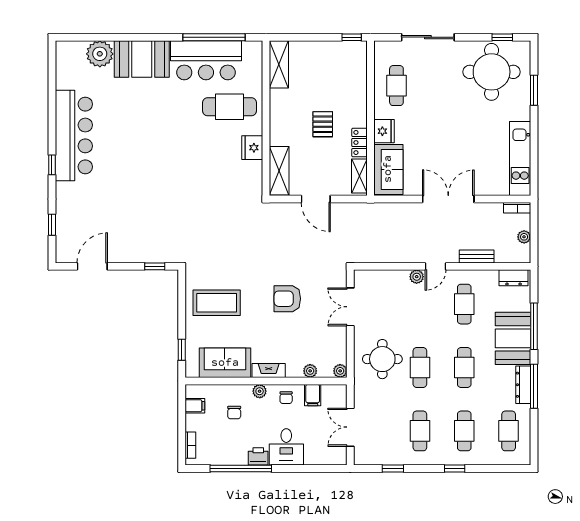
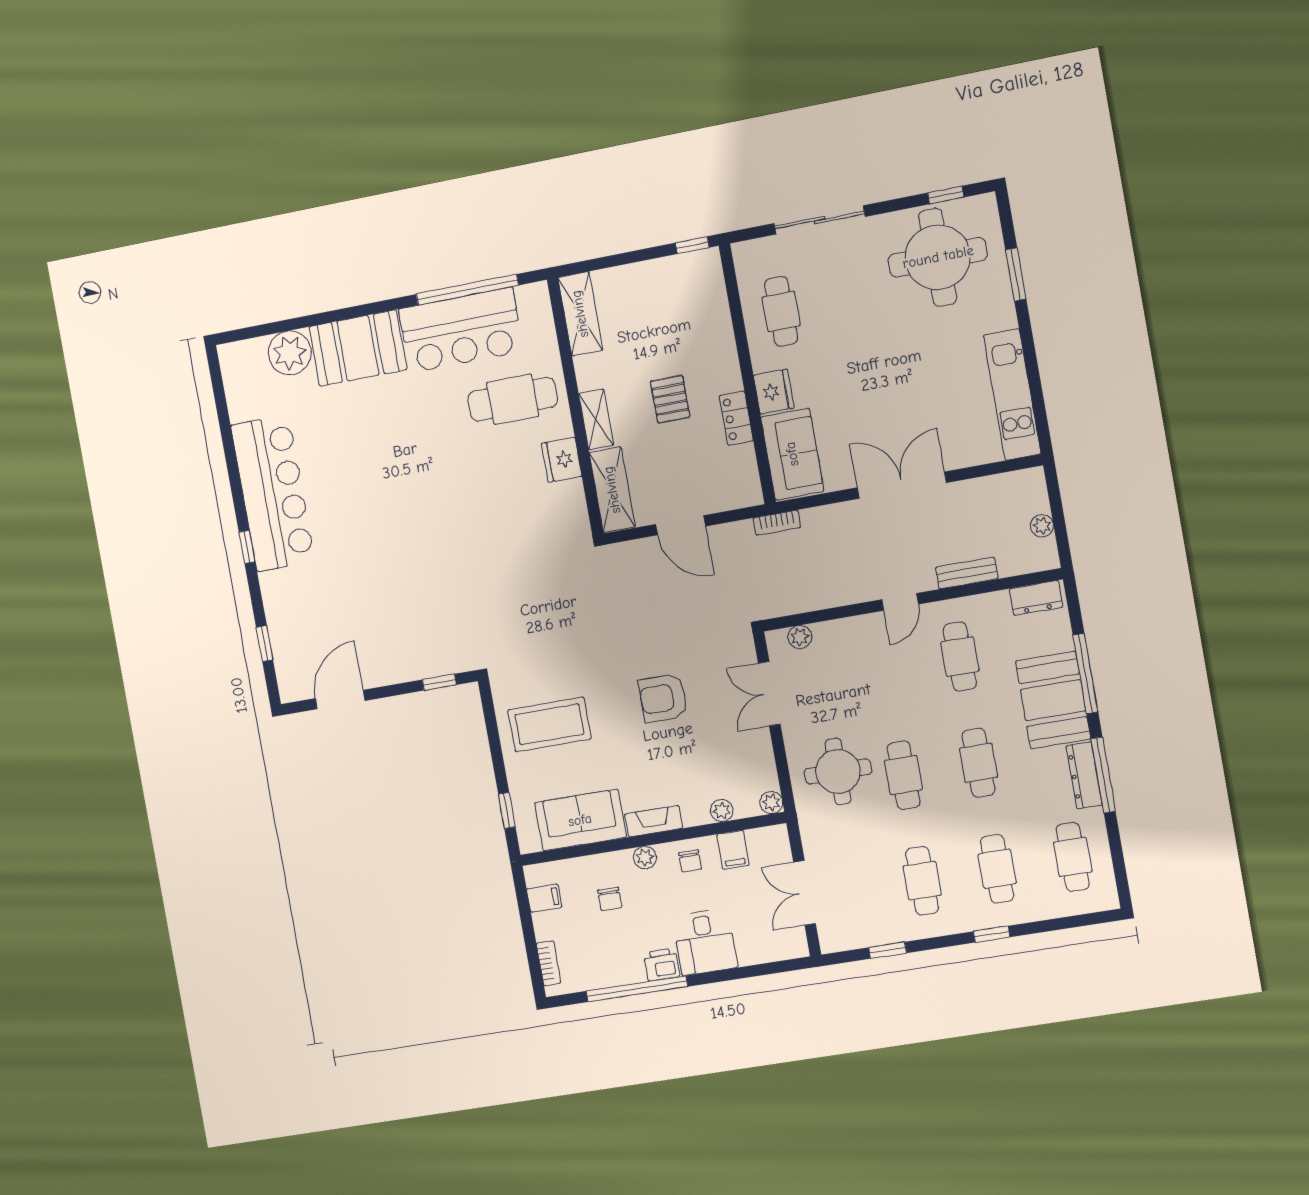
shelving: (359, 176) -> (596, 419), moved
bookcase: (517, 208) -> (777, 523), moved
plant: (417, 277) -> (800, 637), moved

